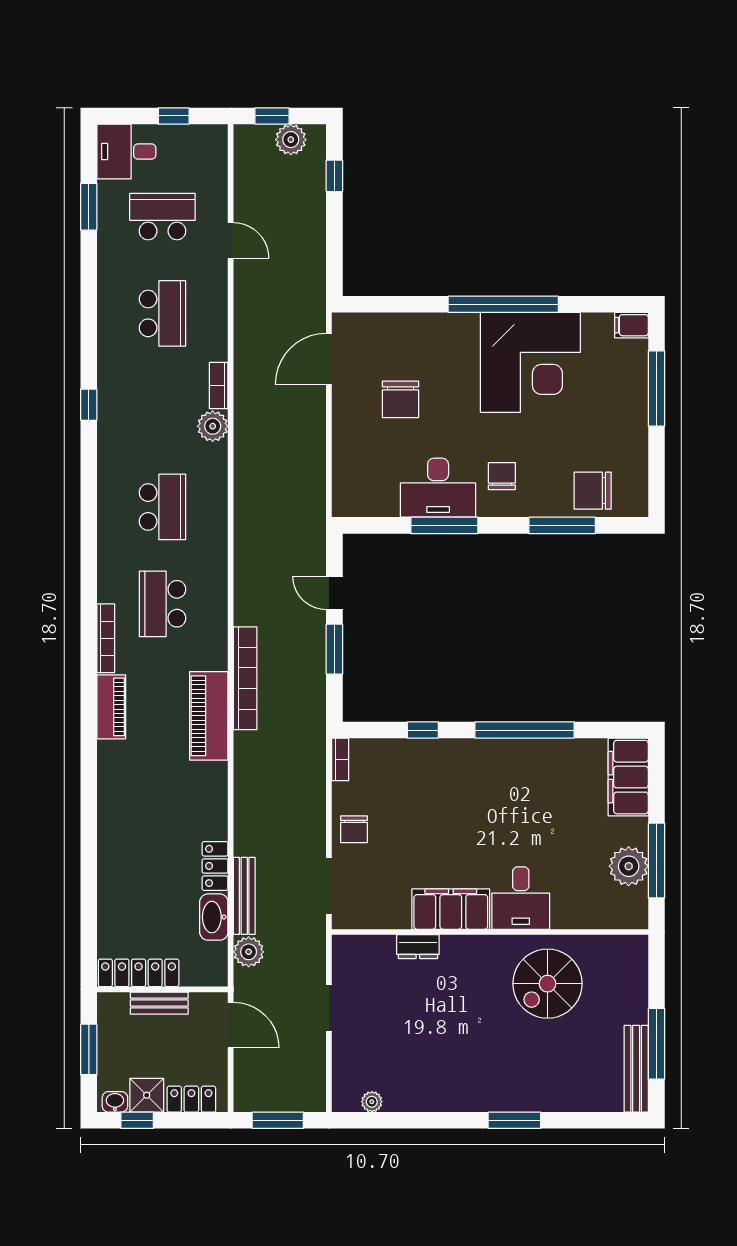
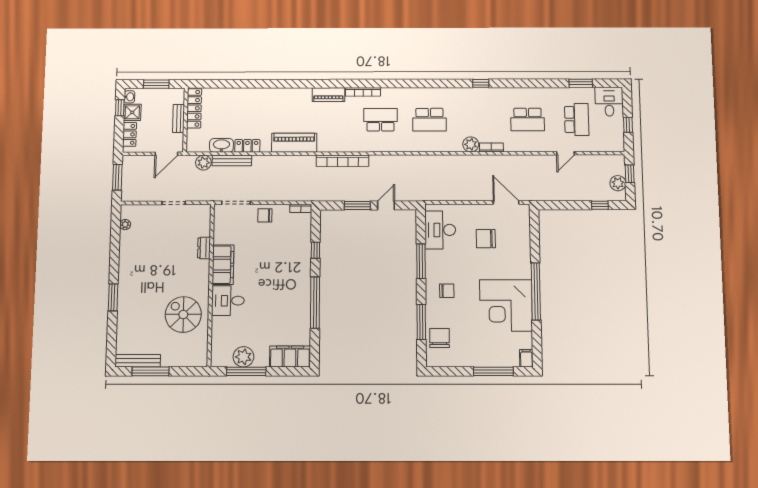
desk: (438, 488) -> (440, 230), moved
piano: (209, 716) -> (294, 143), moved

